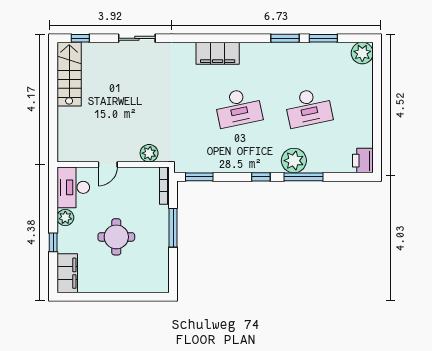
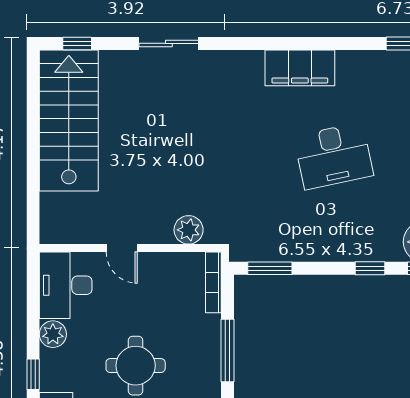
stairs: (69, 74) -> (69, 120), width x1.36, depth x1.51
door: (108, 164) -> (122, 248), hinge flipped

